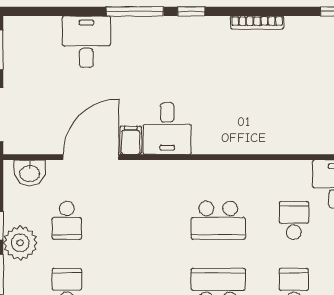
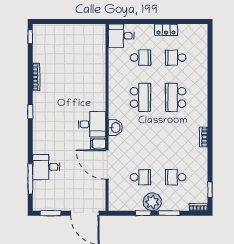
window: (135, 11) -> (30, 179), moved
washbasin: (30, 173) -> (115, 128), moved
school desk: (294, 220) -> (140, 58), turned 180

